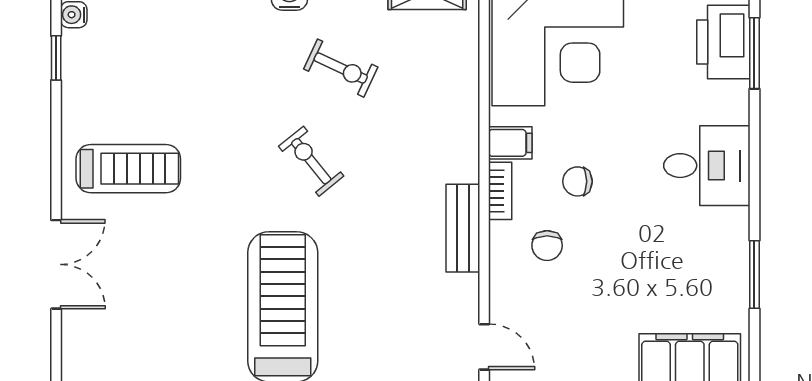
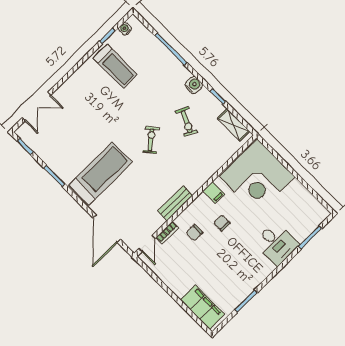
printer: (723, 42) -> (304, 225), removed
desk: (707, 166) -> (276, 243), moved
treadmill: (128, 169) -> (115, 66), moved
bookcase: (500, 191) -> (167, 233), moved
double door: (56, 264) -> (36, 107), moved

